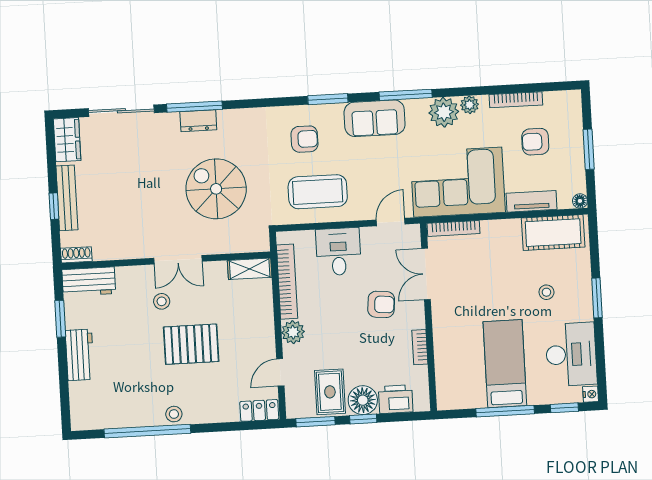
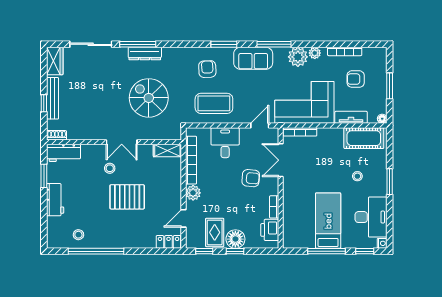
dresser: (198, 121) -> (145, 54), width x1.44
armchair: (304, 139) -> (207, 69), turned -93
printer: (396, 399) -> (270, 230), moved, turned -90
stool: (174, 414) -> (78, 235), moved
window: (315, 422) -> (204, 251), width x0.67

